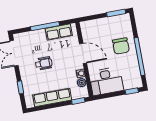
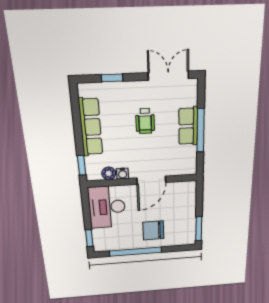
row of seats: (59, 32) -> (188, 126), moved

